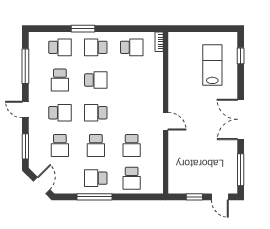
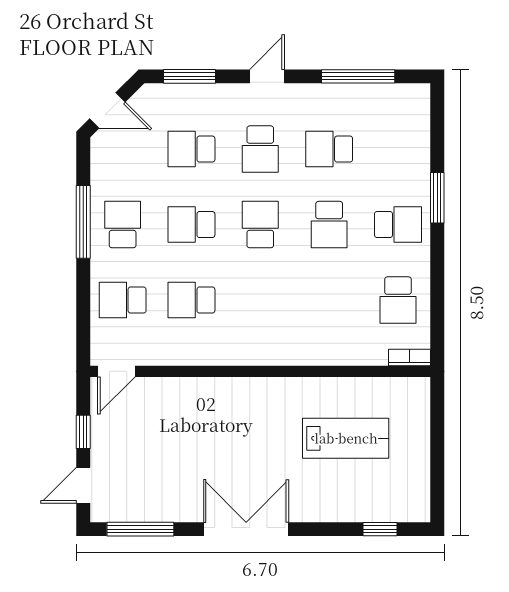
school desk: (60, 47) -> (398, 149), removed
school desk: (96, 47) -> (398, 225), turned 90
lab bench: (212, 65) -> (346, 438), moved
door: (166, 121) -> (116, 371), moved

